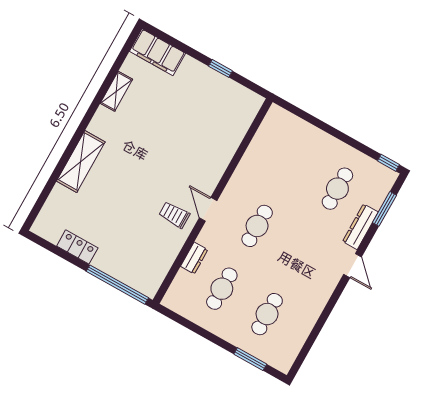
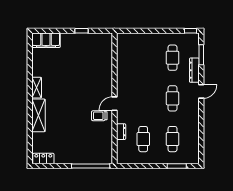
shelving: (116, 91) -> (37, 88), moved
door: (208, 209) -> (114, 104), hinge flipped
cafe table: (257, 226) -> (173, 98), moved
locker: (77, 247) -> (43, 158), moved
door: (353, 266) -> (201, 91), hinge flipped

